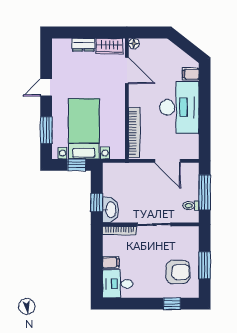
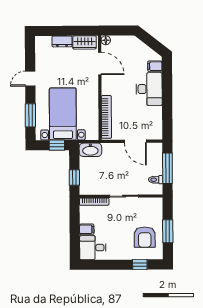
desk: (179, 107) -> (149, 89), width x0.73, depth x0.77
washbasin: (110, 210) -> (90, 150), moved, turned 90
armchair: (178, 272) -> (145, 237), turned 90

